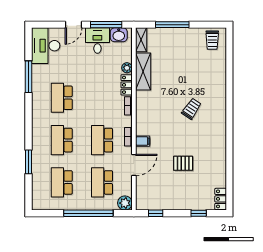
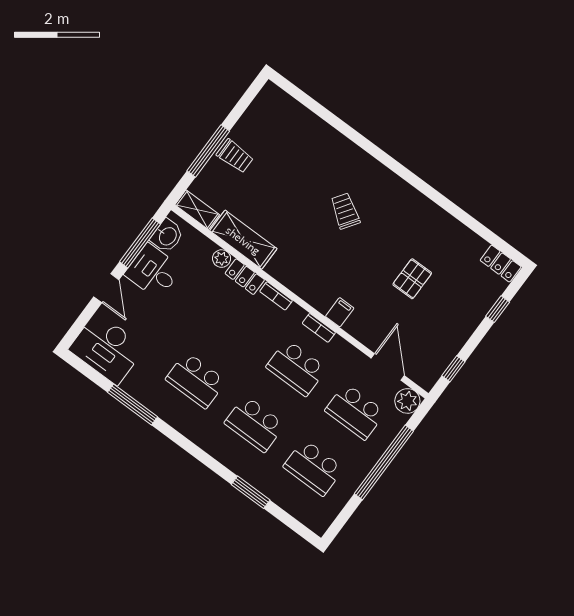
trolley: (212, 40) -> (235, 156), moved
door: (134, 165) -> (388, 367), moved

